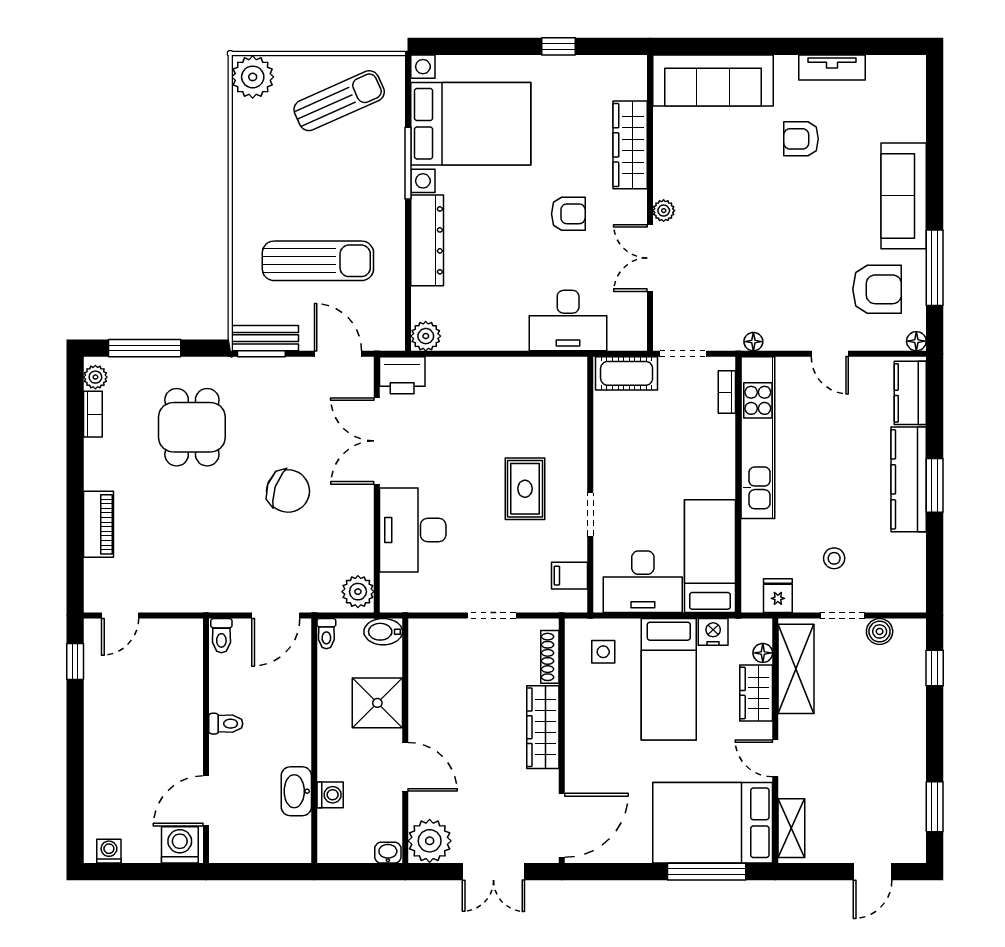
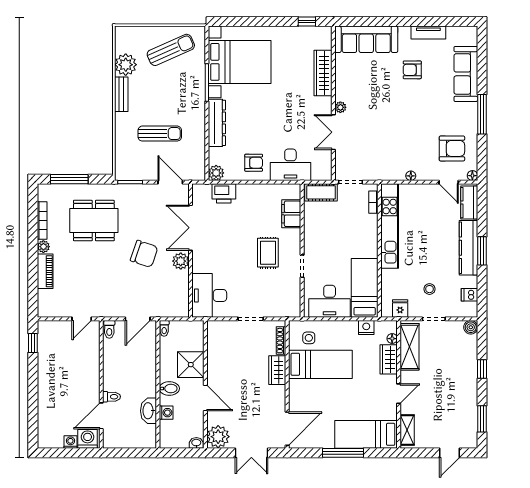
window: (558, 46) -> (307, 21), moved
plant: (253, 77) -> (126, 65), moved
sofa: (904, 196) -> (466, 74), moved
armchair: (568, 214) -> (254, 163), moved
sun lounger: (318, 261) -> (160, 134), width x0.73, depth x0.75
window: (935, 268) -> (482, 114), moved
bench: (265, 338) -> (121, 94), moved, turned 90
floor lamp: (753, 342) -> (411, 176), moved
door: (830, 354) -> (449, 182), moved
printer: (402, 375) -> (224, 193), moved
plant: (95, 377) -> (43, 247), moved
bookcase: (93, 414) -> (42, 220), width x1.56
dining table: (192, 427) -> (94, 221), width x1.38
desk: (413, 530) -> (209, 295), moved
dishwasher: (911, 569) -> (469, 295), added
filing cabinet: (569, 576) -> (291, 214), moved, width x2.00
plant: (358, 592) -> (181, 261), moved
door: (120, 616) -> (82, 319), moved
boiler: (880, 631) -> (471, 327), moved
bidet: (383, 632) -> (169, 388), moved, turned 180
window: (935, 668) -> (482, 369), moved
bed: (669, 679) -> (320, 364), moved, turned -90
toilet: (226, 724) -> (112, 397), moved
wardrobe: (543, 727) -> (277, 370), width x0.67
door: (775, 758) -> (399, 394), swing flipped
bed: (713, 823) -> (366, 434), width x0.67
washing machine: (109, 851) -> (70, 442), moved
window: (707, 872) -> (343, 453), moved

